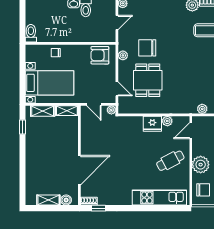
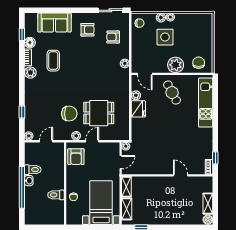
door: (117, 22) -> (46, 141), hinge flipped
toilet: (31, 33) -> (56, 195), moved
chair: (147, 48) -> (69, 114), turned -90
door: (117, 89) -> (92, 141), moved
door: (79, 170) -> (181, 175), width x0.53
boiler: (66, 200) -> (208, 220), moved

